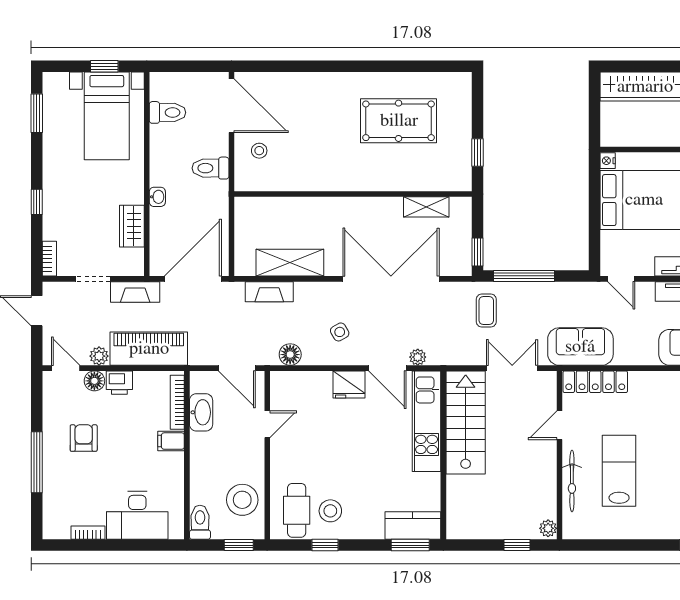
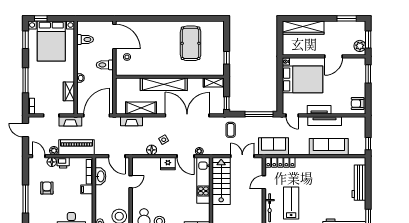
window: (104, 66) -> (41, 18), moved
bed with nightstands: (107, 116) -> (51, 41), width x1.36
pool table: (399, 121) -> (191, 43), turned 90
window: (37, 202) -> (25, 80), width x2.17
shelving: (426, 207) -> (214, 83), moved
shelving: (340, 211) -> (164, 84), added
window: (524, 276) -> (259, 114), moved
floor lamp: (290, 355) -> (152, 150), moved

